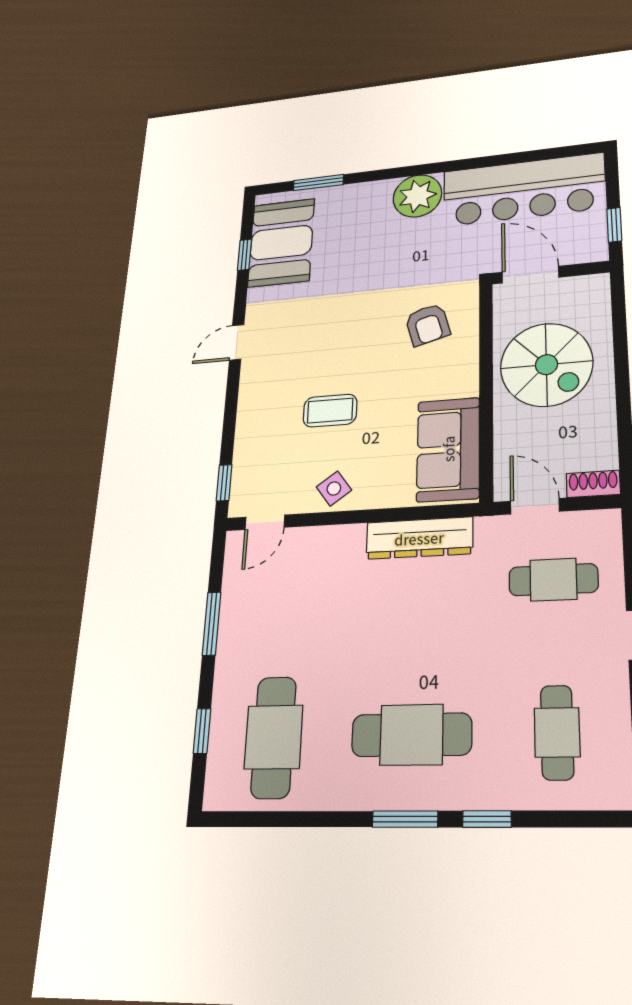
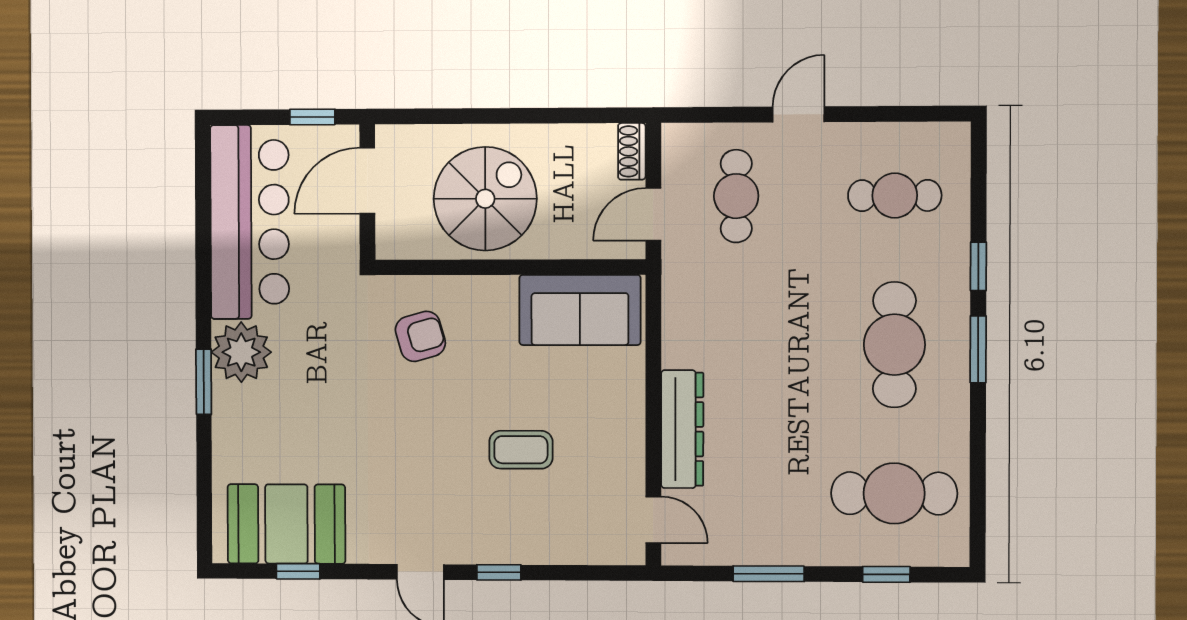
window: (318, 183) -> (204, 382), moved
door: (530, 275) -> (367, 181), moved
coffee table: (330, 411) -> (521, 450), turned 90
window: (224, 483) -> (499, 572), moved
side table: (334, 489) -> (618, 440), removed
dresser: (419, 538) -> (682, 429), moved

